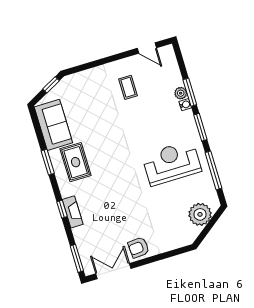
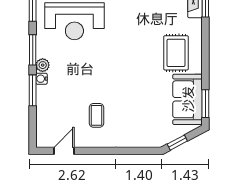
door: (147, 48) -> (64, 151), hinge flipped
plant: (181, 93) -> (43, 65), moved
window: (48, 162) -> (205, 104), moved

